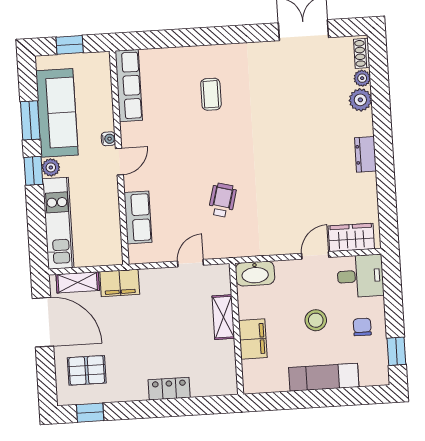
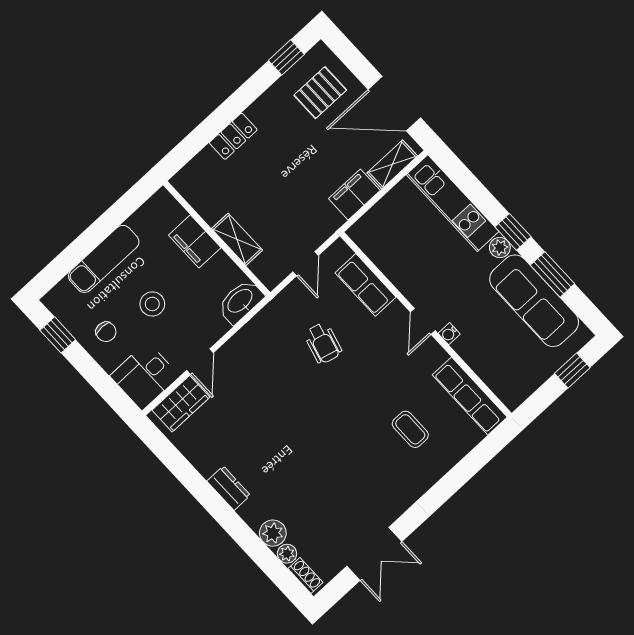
row of seats: (129, 86) -> (470, 396), moved
water cooler: (108, 139) -> (449, 334), moved
wall: (119, 158) -> (426, 325), moved
door: (119, 162) -> (423, 321), moved
row of seats: (138, 217) -> (366, 285), moved

